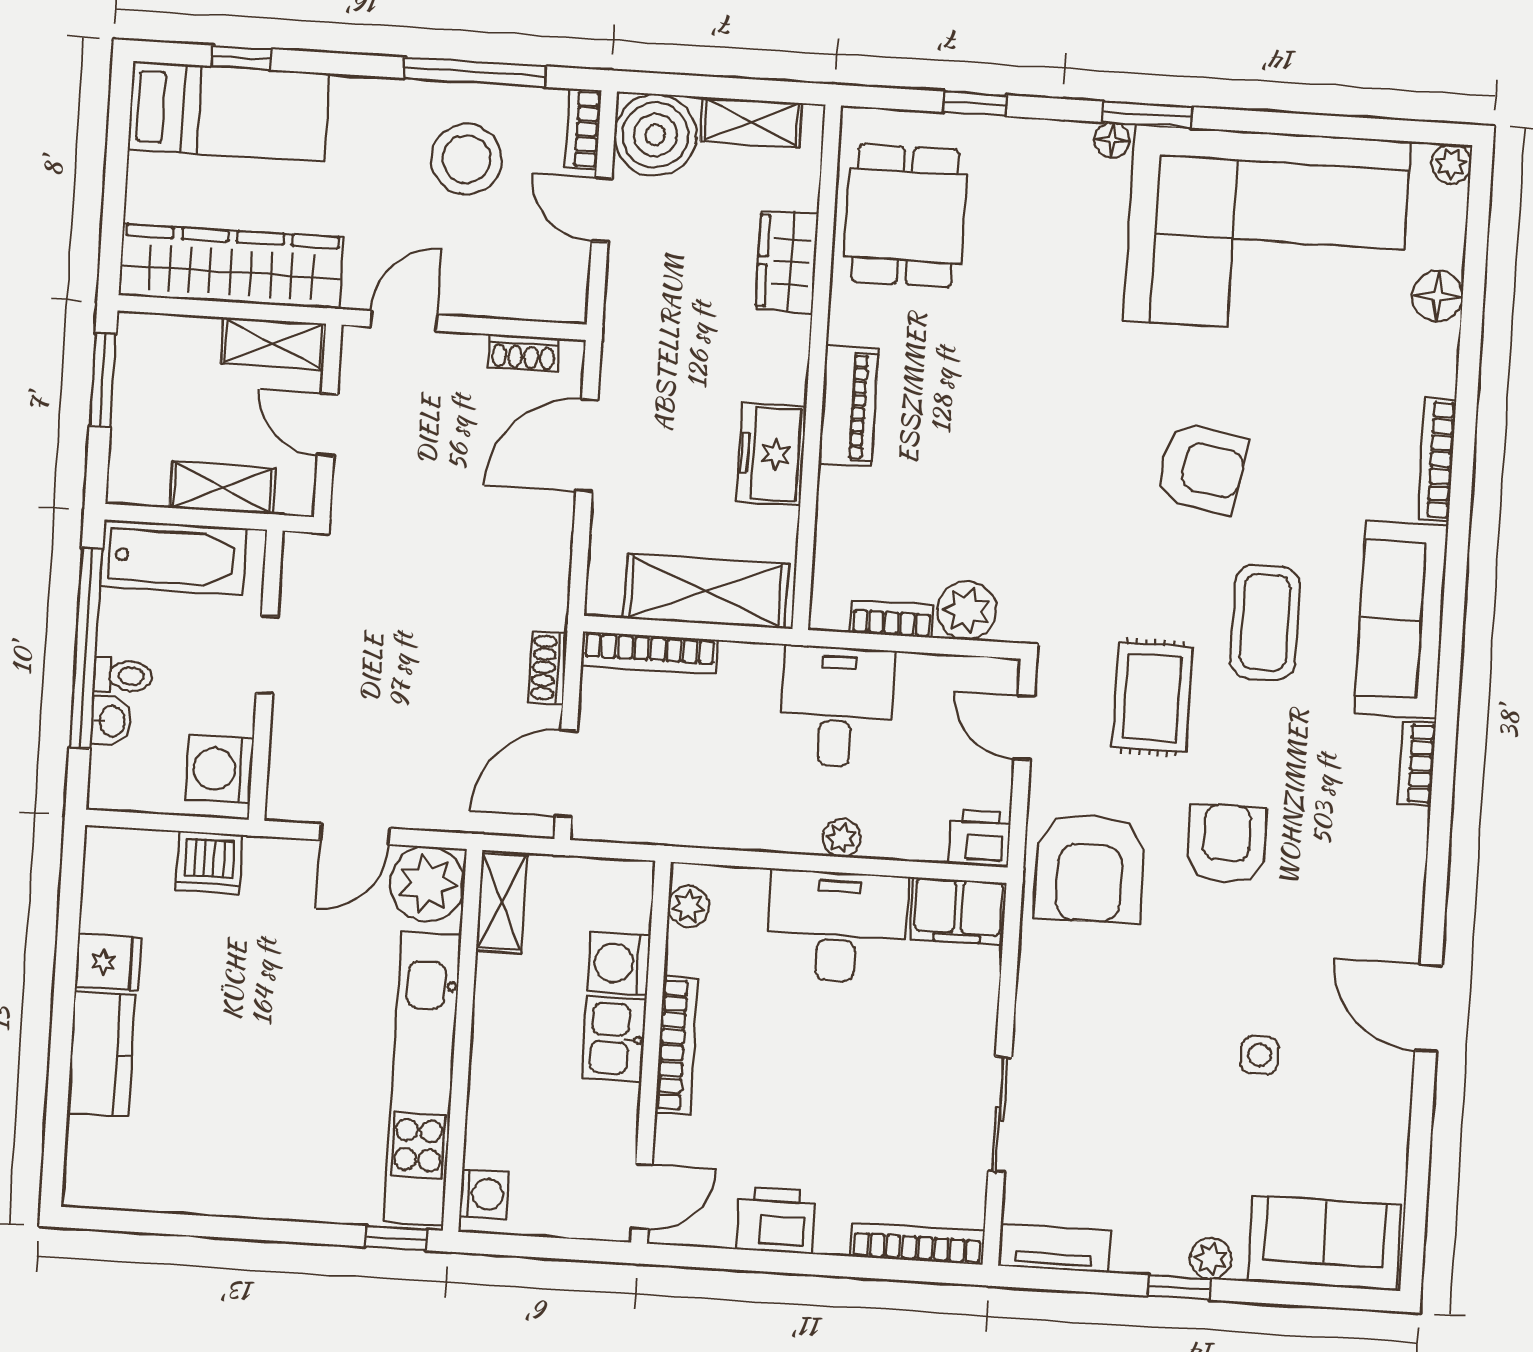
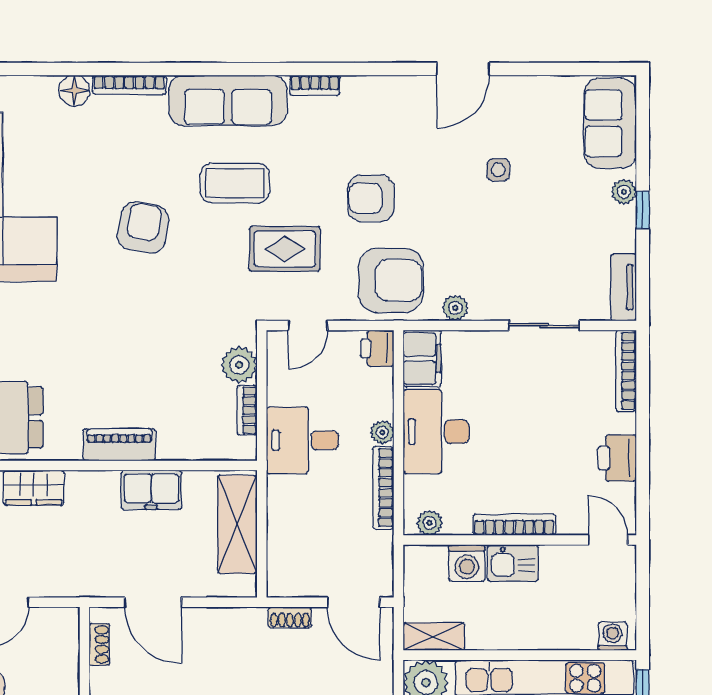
floor lamp: (1437, 296) -> (74, 91), moved
bookcase: (649, 653) -> (383, 488), moved, turned 180
plant: (1038, 971) -> (455, 308), added

